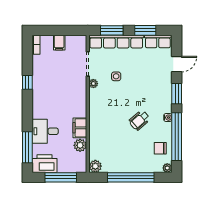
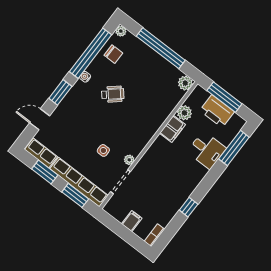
printer: (44, 164) -> (217, 111), moved

